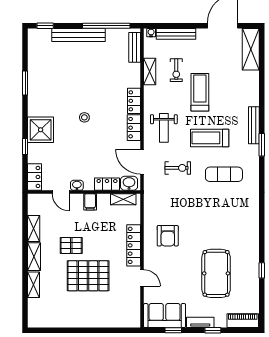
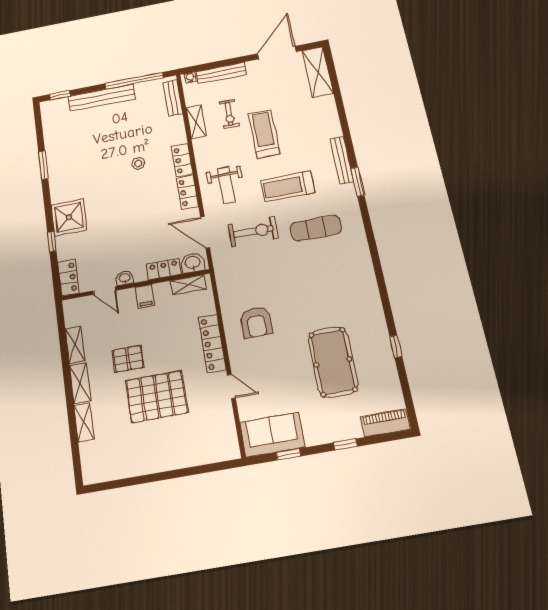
stool: (84, 117) -> (138, 163), moved
exercise bike: (178, 168) -> (253, 231), width x1.38, depth x1.39
tv unit: (200, 322) -> (325, 436), removed

